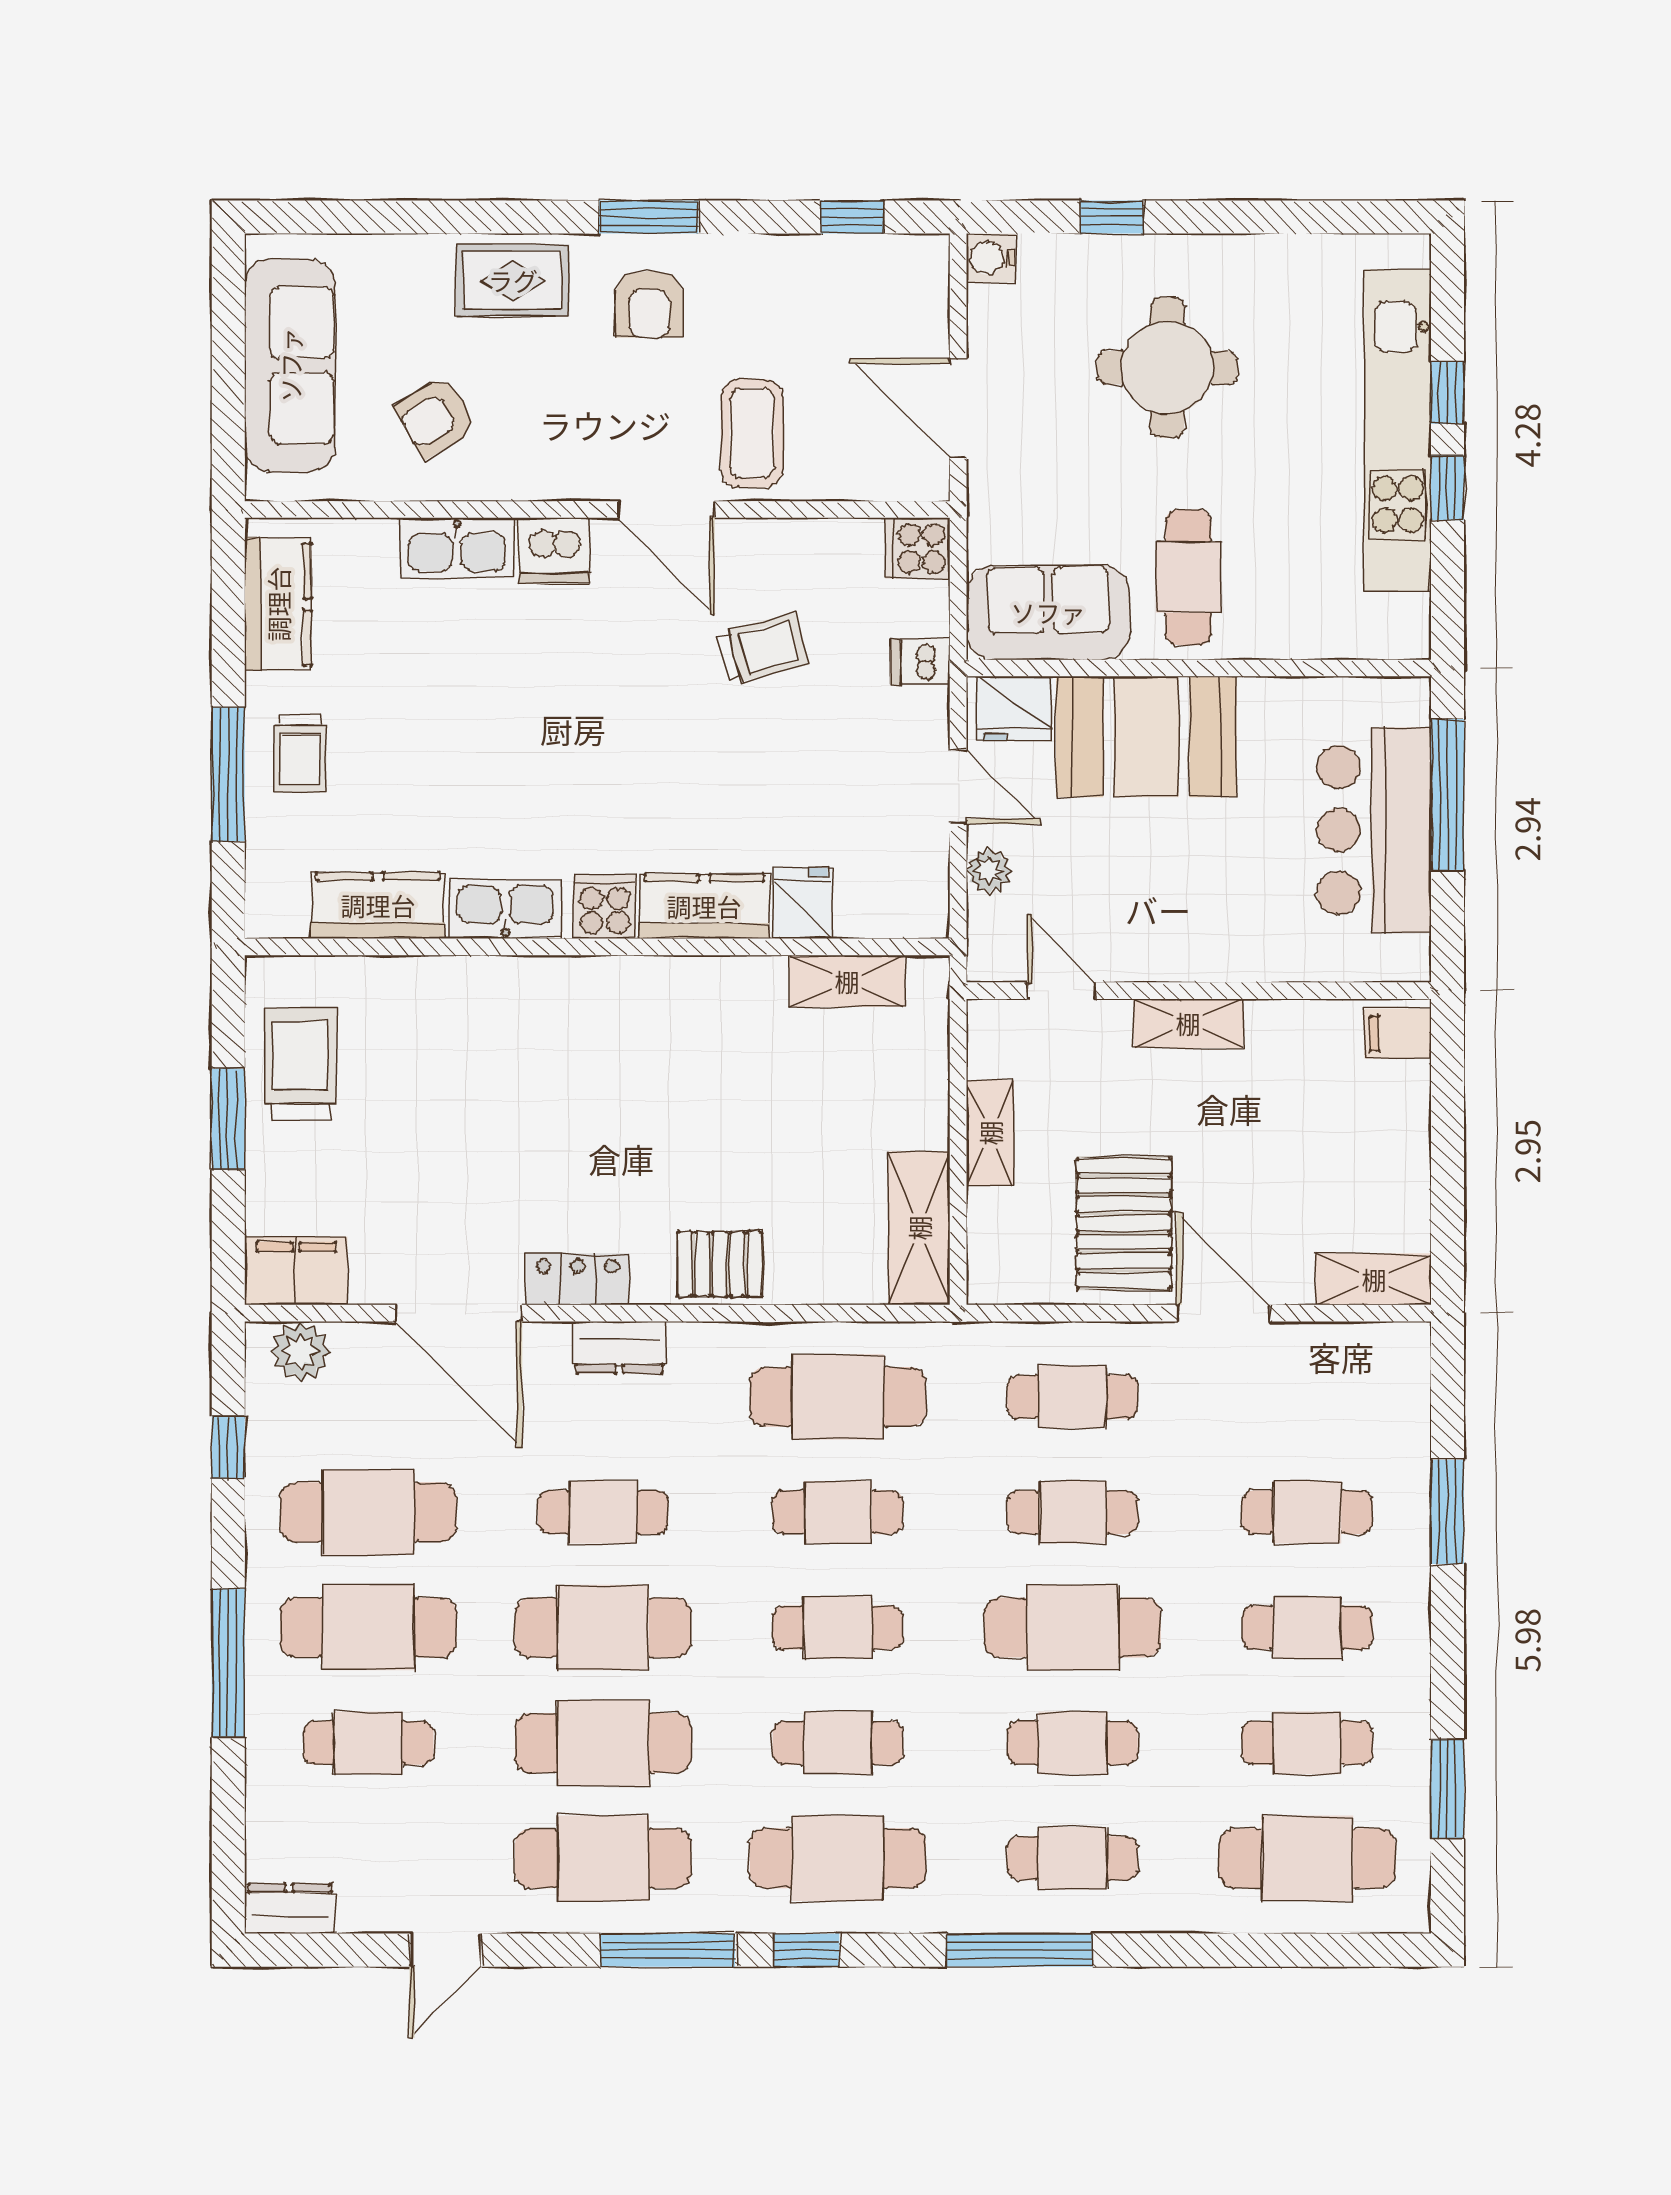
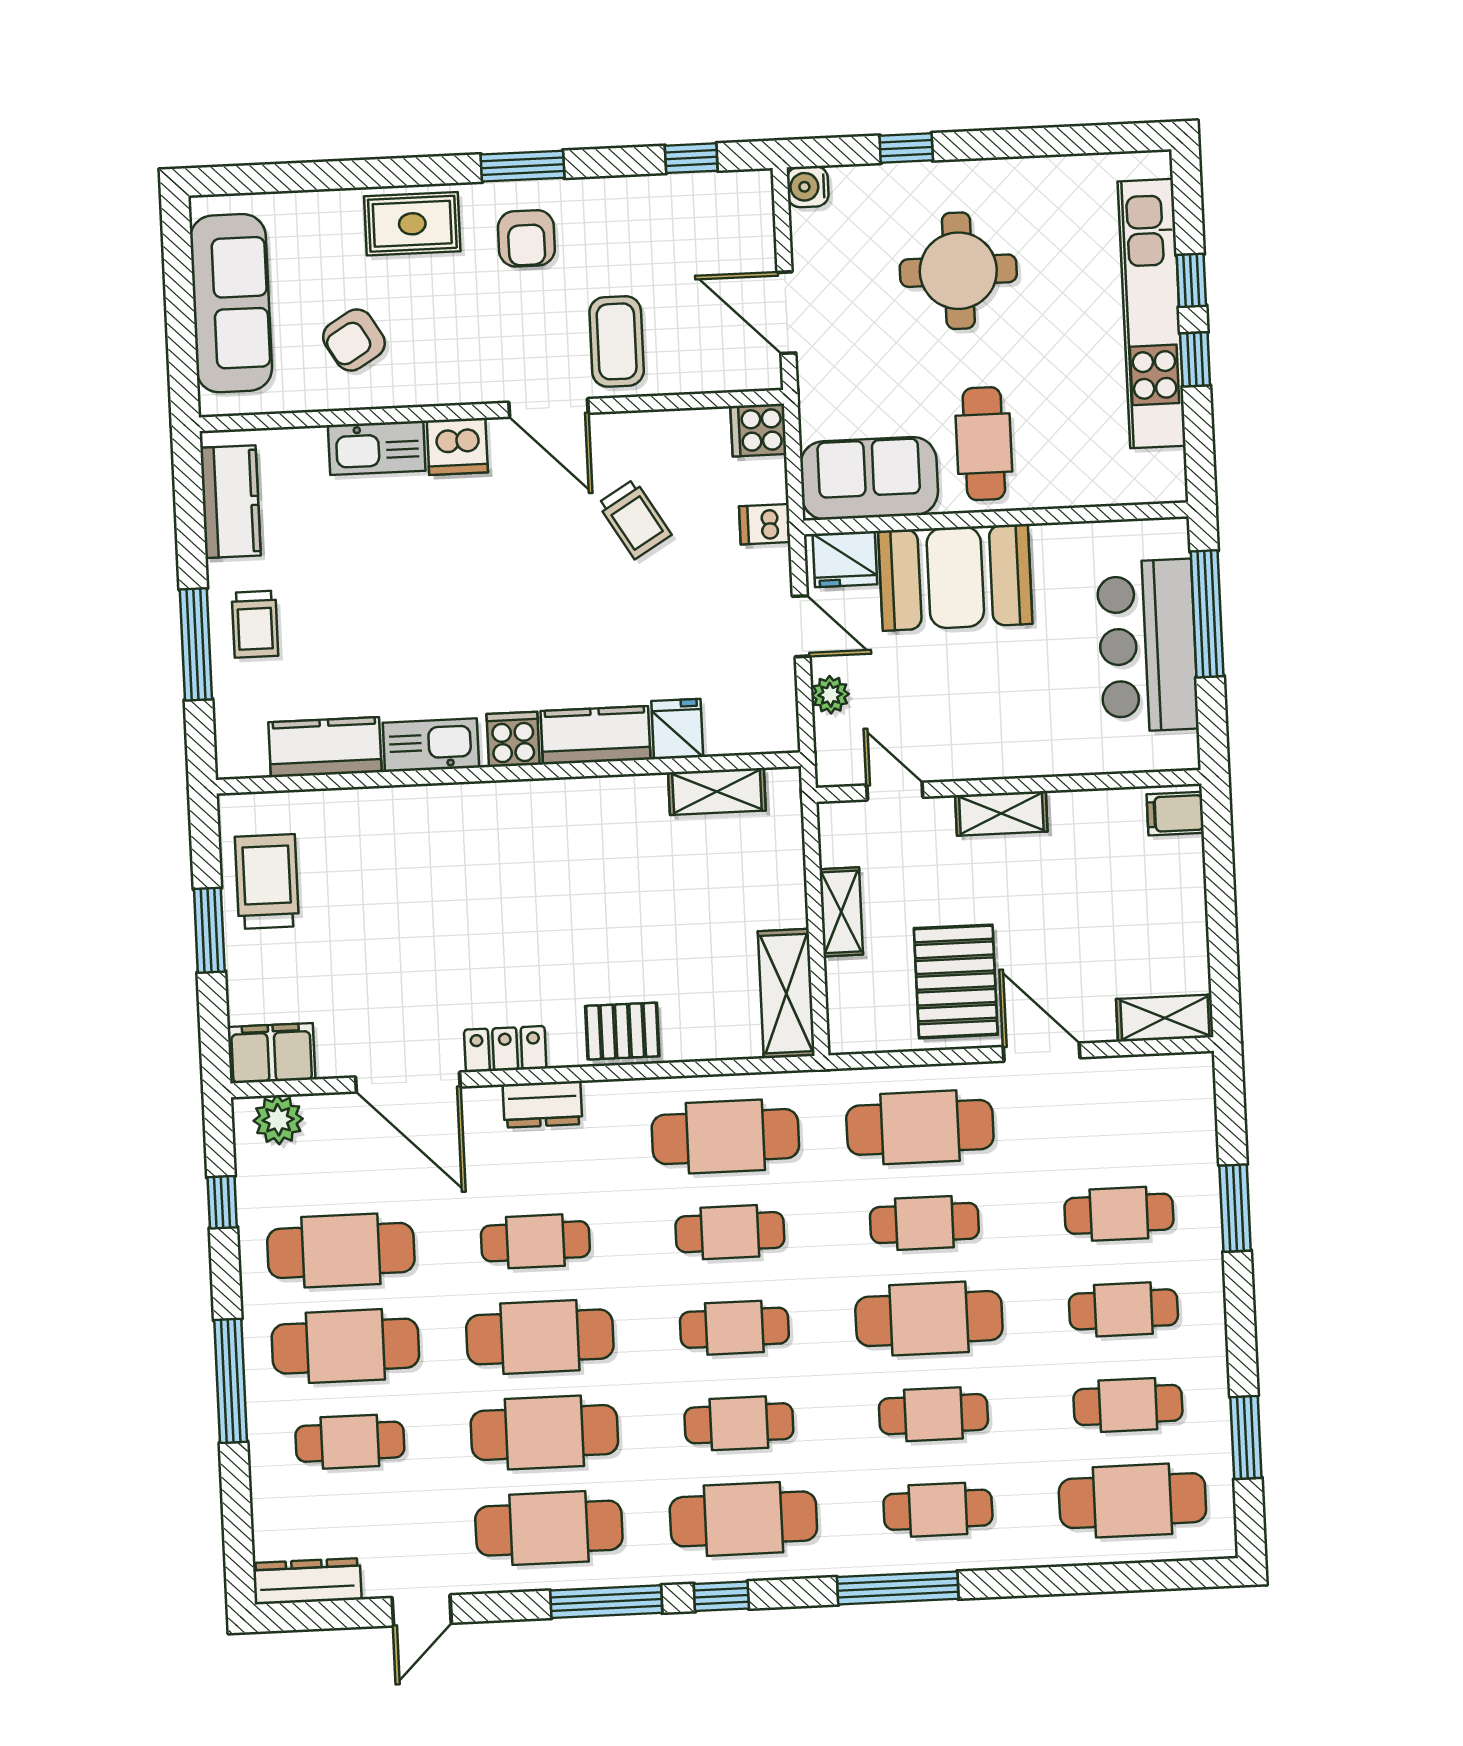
trolley: (763, 648) -> (634, 519), turned 73
cafe table: (1073, 1397) -> (920, 1127), width x1.37, depth x1.35
dresser: (289, 1909) -> (307, 1581), width x1.44

